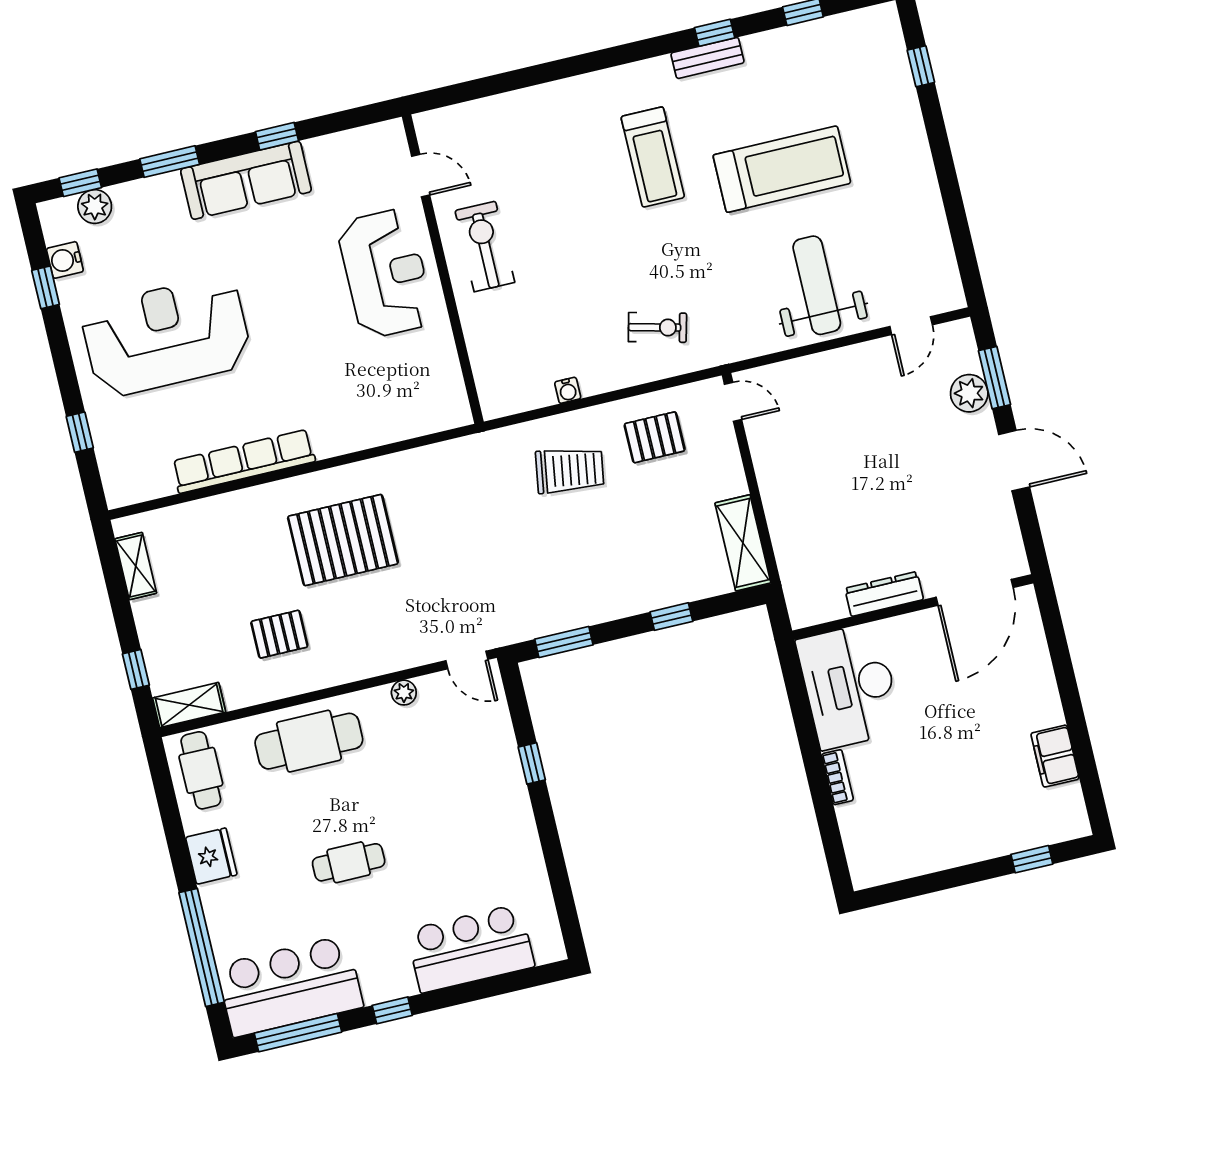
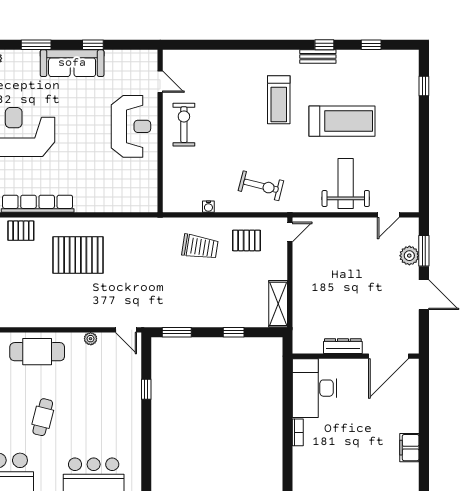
exercise bike: (657, 327) -> (261, 186), width x1.38, depth x1.39
door: (733, 402) -> (290, 232), hinge flipped
pallet: (279, 634) -> (21, 231), moved
cafe table: (349, 862) -> (43, 417), turned -76

